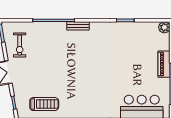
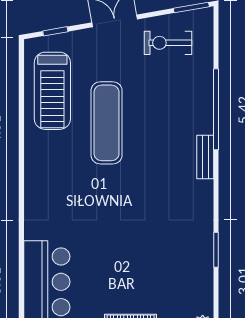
exercise mat: (61, 76) -> (107, 123), added
treadmill: (44, 104) -> (52, 91), width x1.37, depth x1.38

